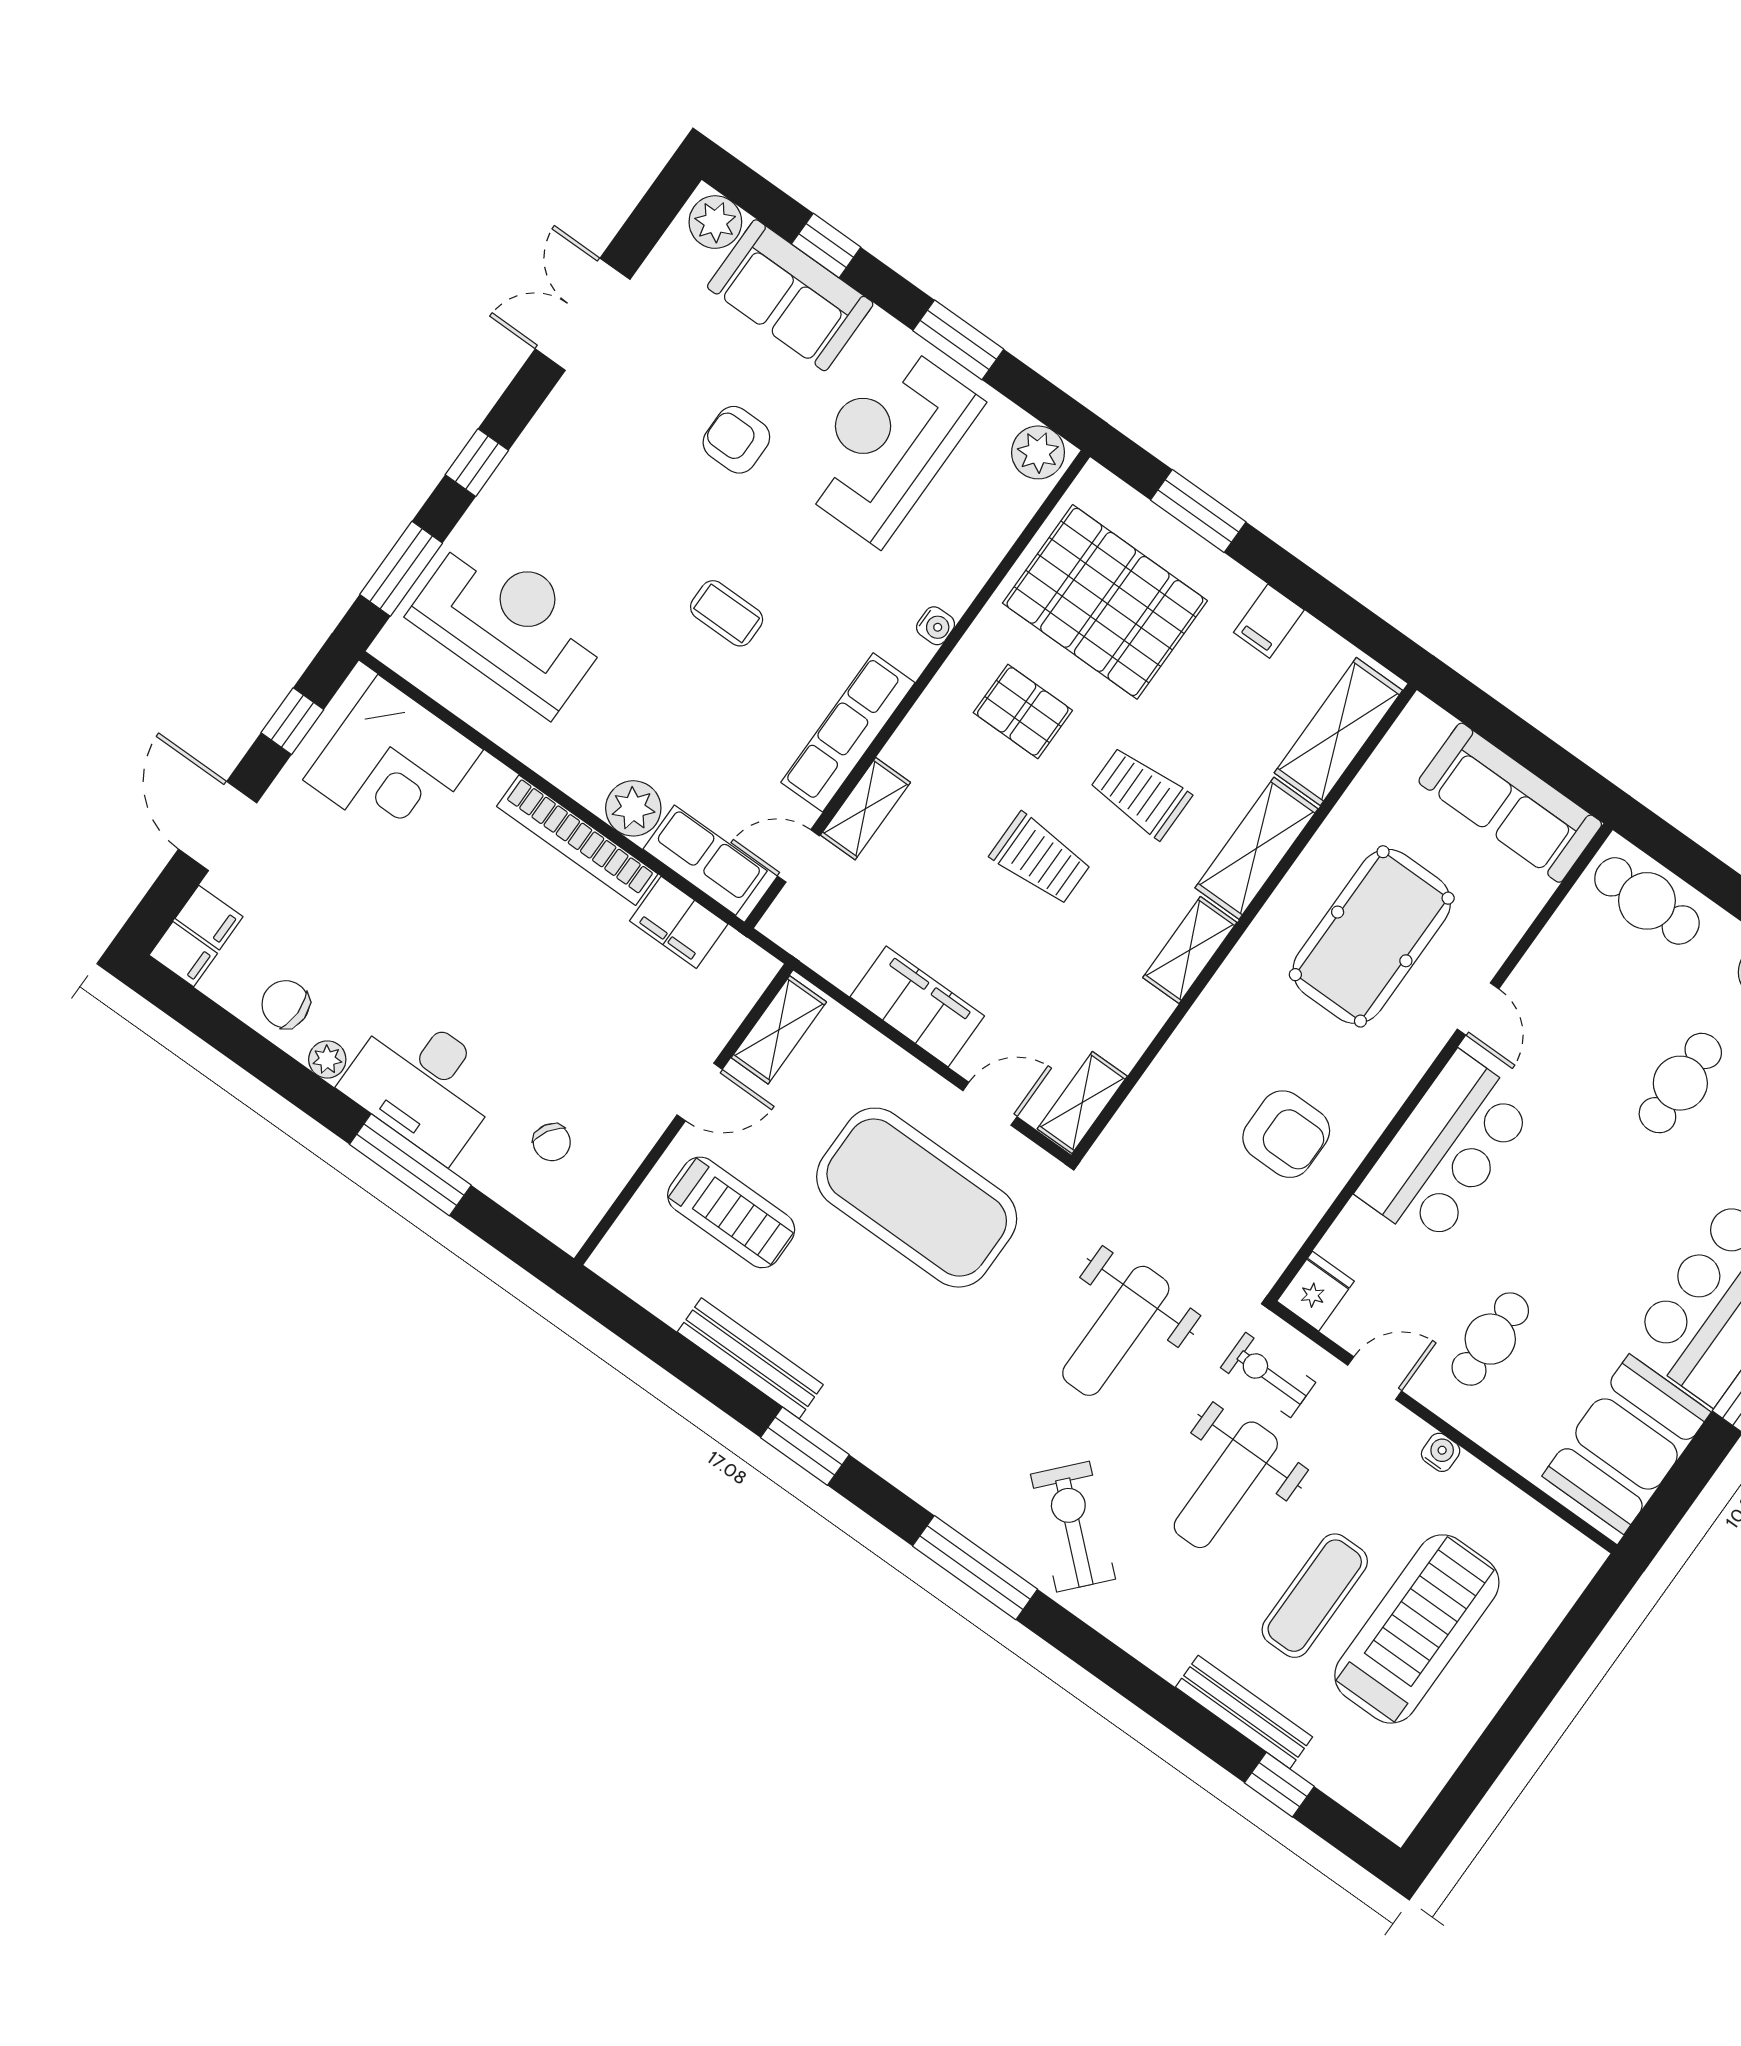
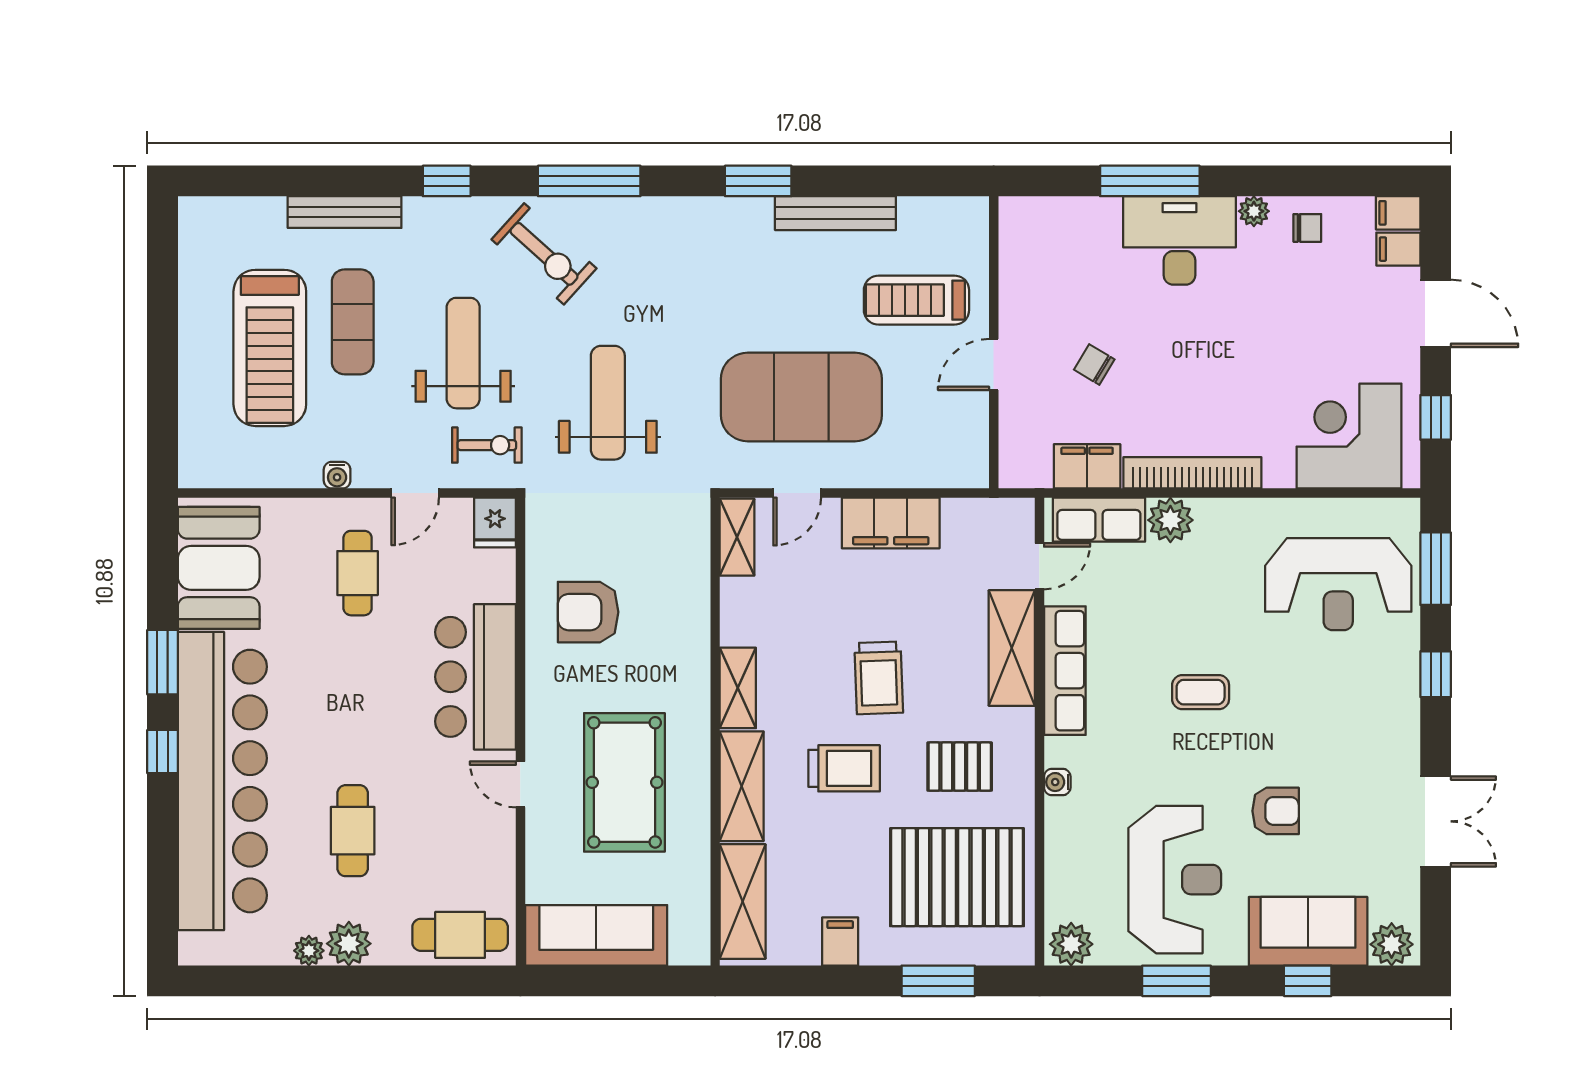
shelving: (865, 809) -> (1012, 648), width x1.50, depth x1.33
trolley: (1041, 859) -> (879, 678), turned -92
chair: (286, 1004) -> (1307, 228), width x0.73, depth x0.73
shelving: (779, 1030) -> (971, 443), removed
chair: (552, 1142) -> (1094, 365), moved
window: (1279, 1785) -> (447, 181), moved

